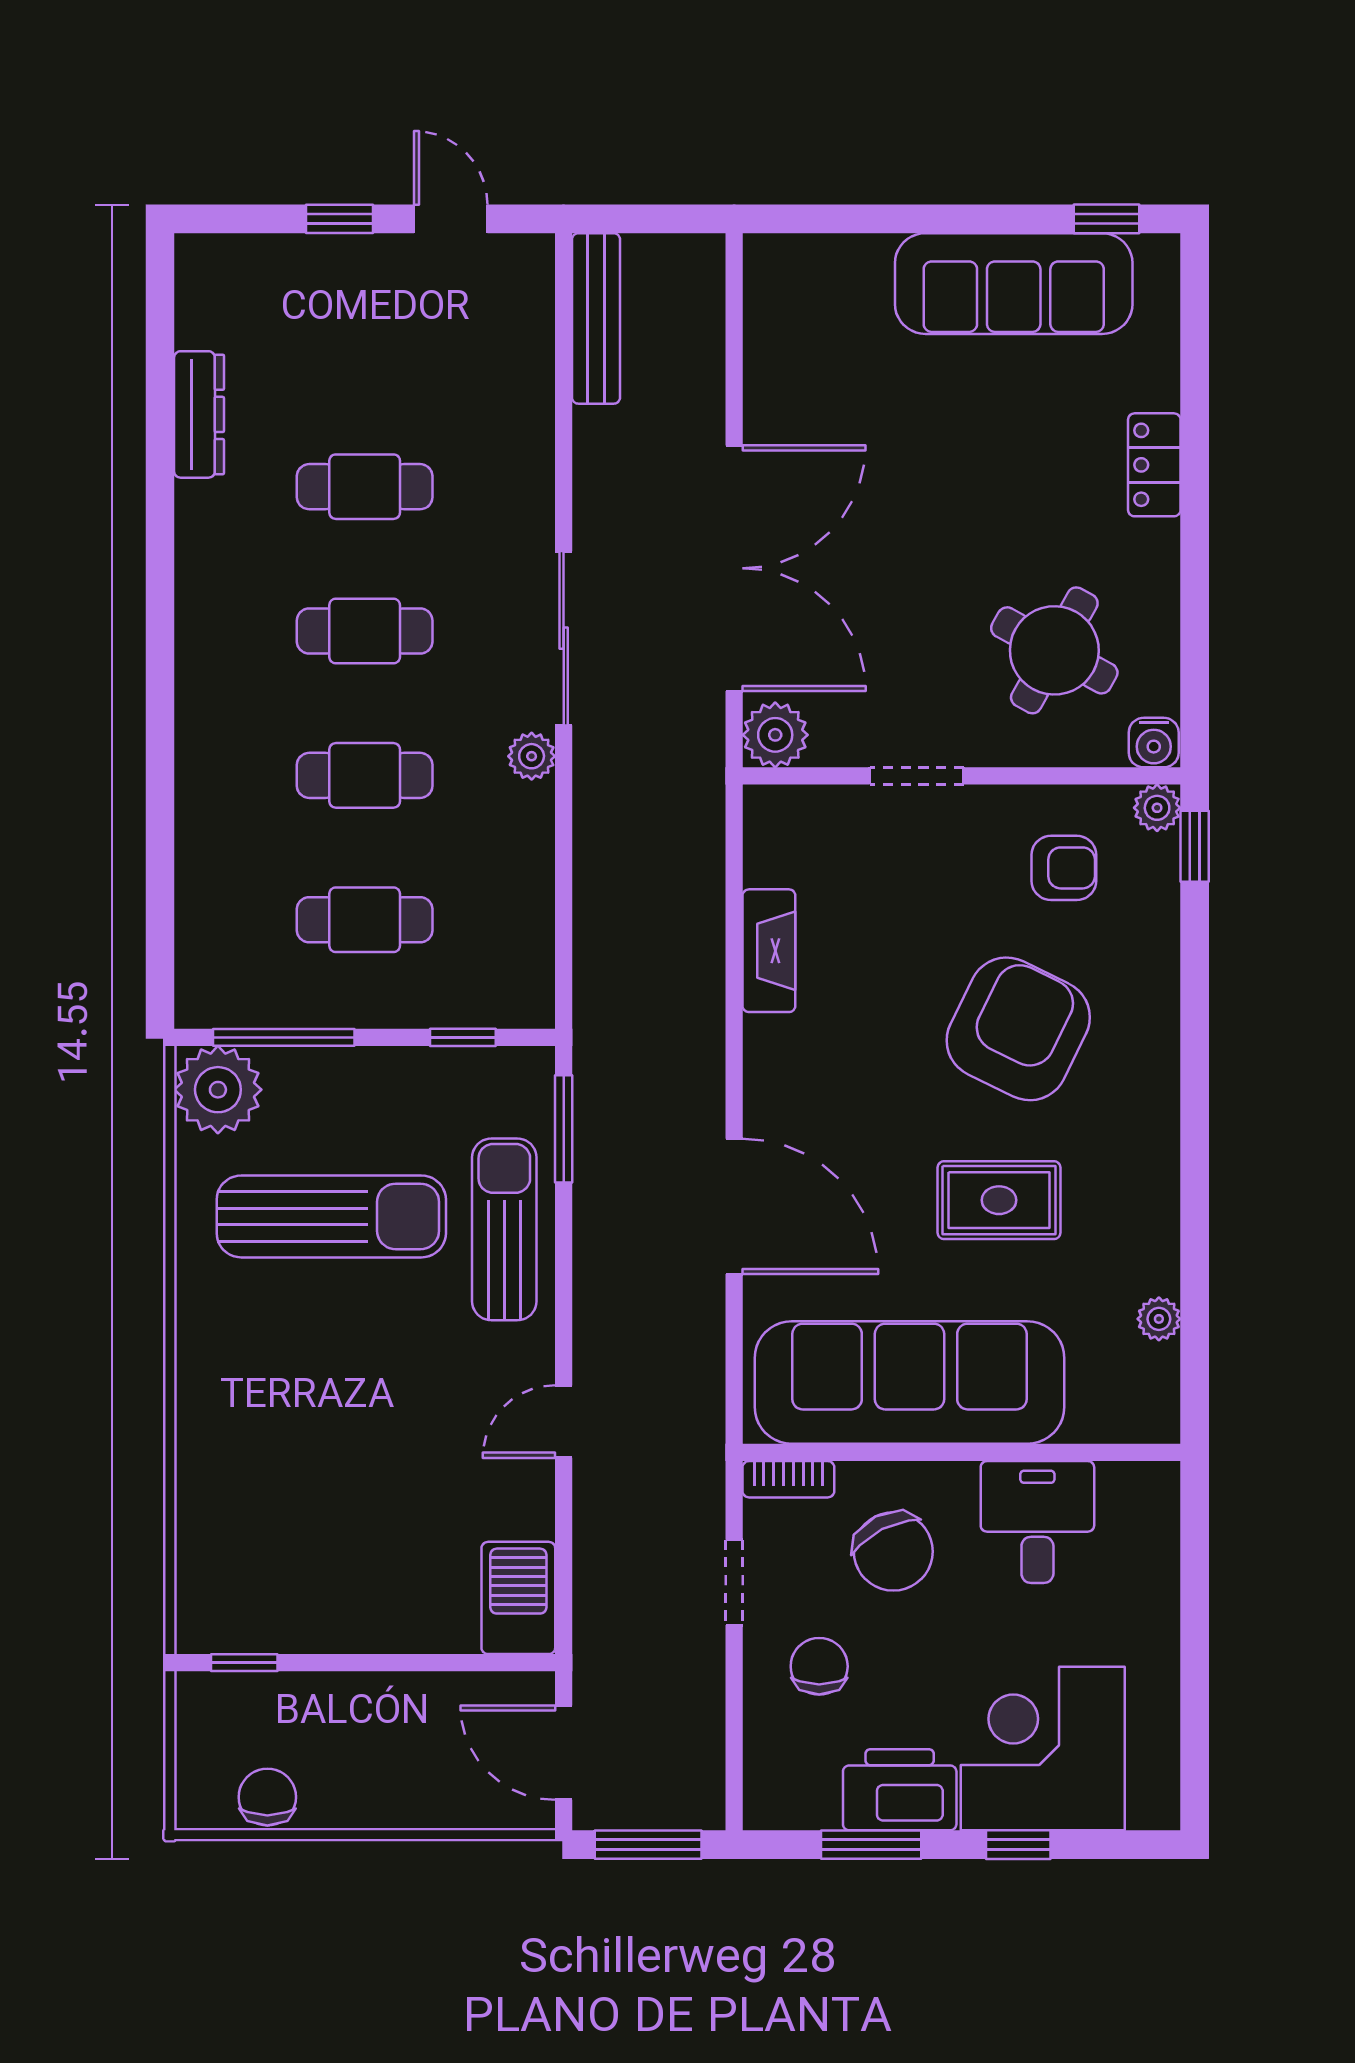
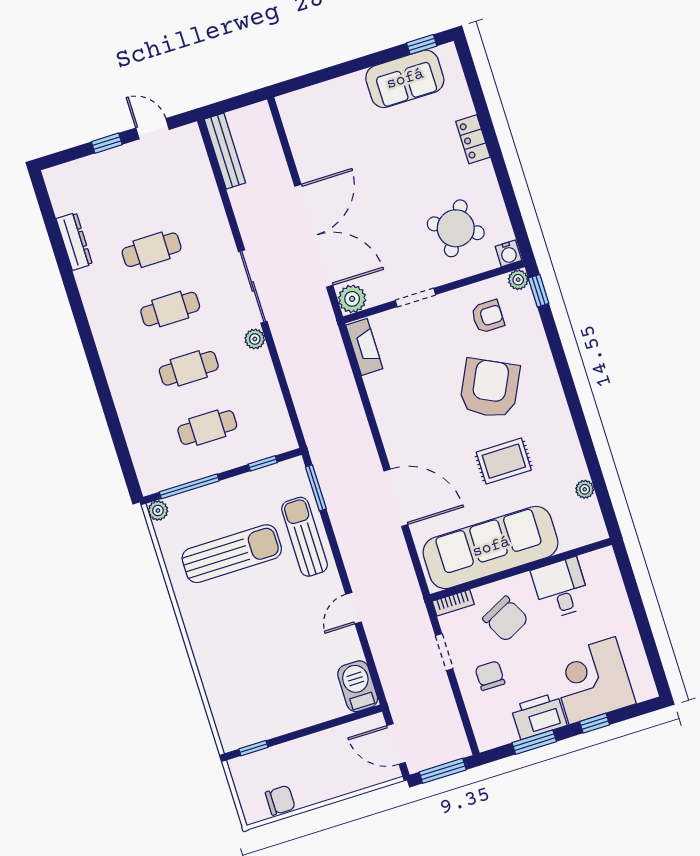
sofa: (1014, 284) -> (405, 79), width x0.73
fireplace: (769, 951) -> (364, 347), moved
plant: (218, 1090) -> (158, 511), width x0.53, depth x0.53
chair: (267, 1797) -> (280, 800), turned 90

